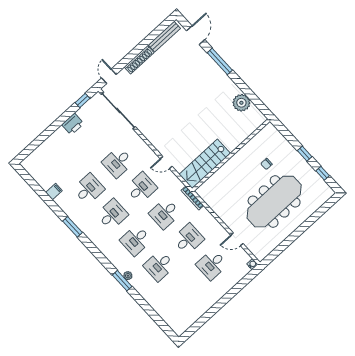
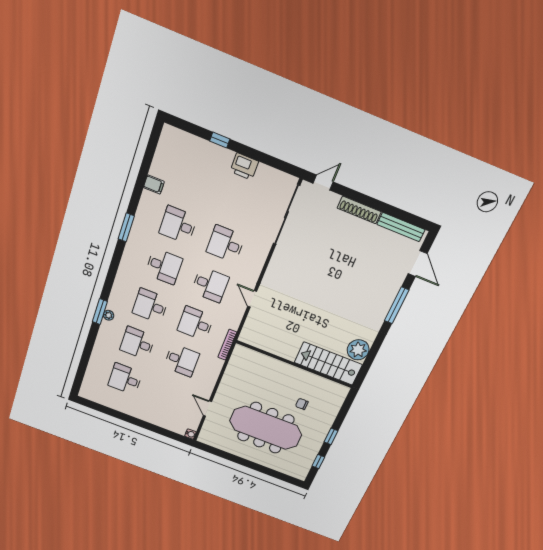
door: (196, 35) -> (418, 264), hinge flipped
window: (83, 101) -> (220, 140), moved
stairs: (205, 164) -> (328, 364), moved
desk: (89, 189) -> (178, 225), turned 180
desk: (212, 265) -> (125, 379), moved

